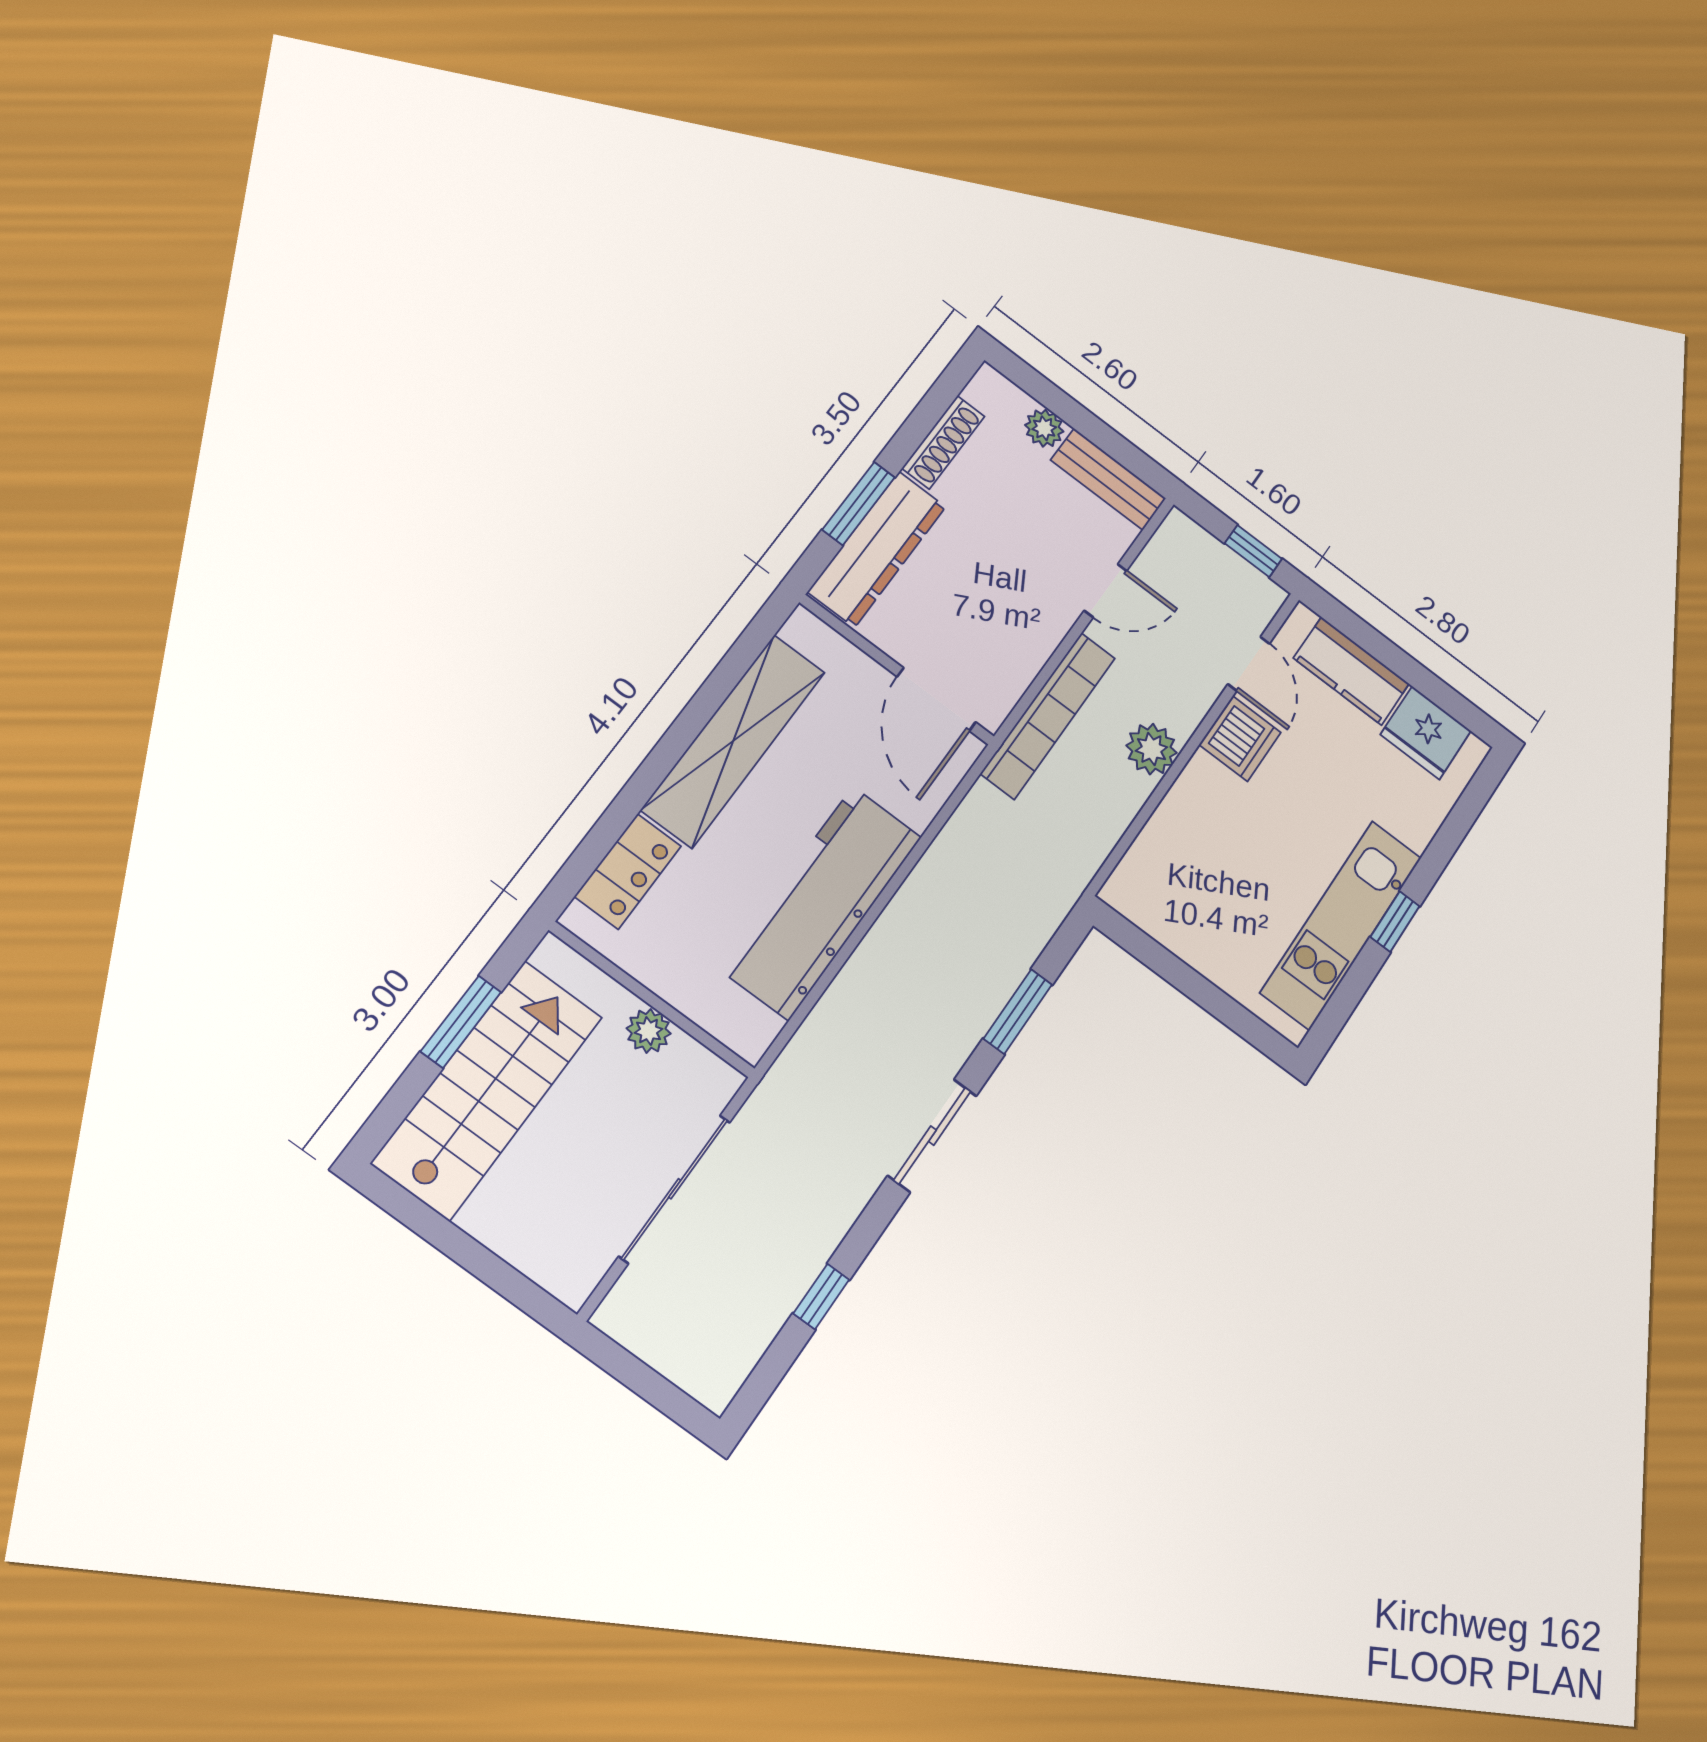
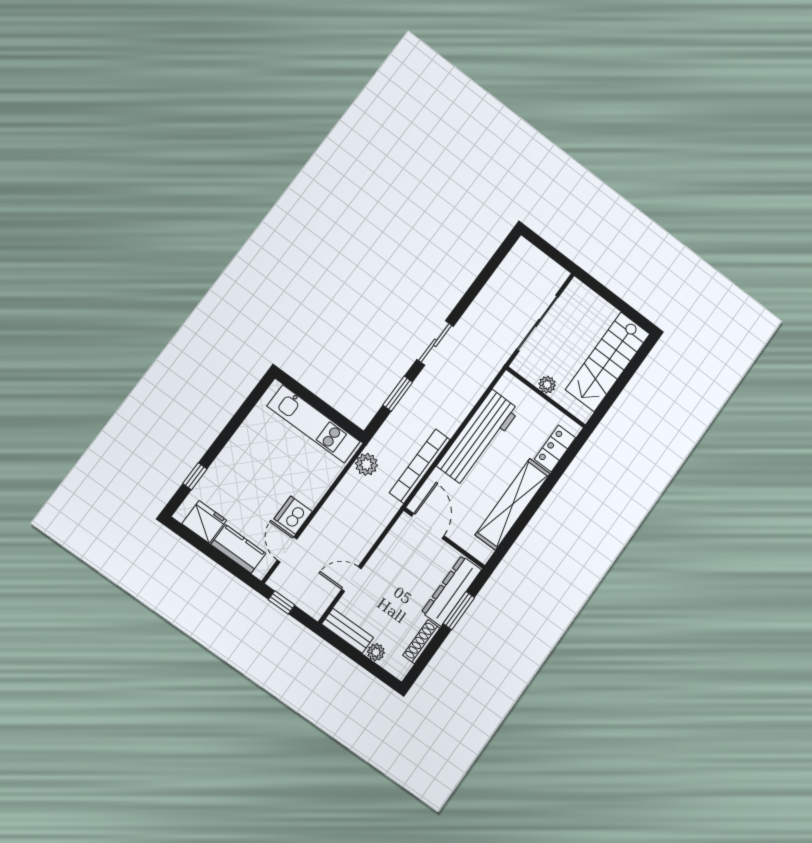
bookcase: (1048, 716) -> (420, 466), moved
plant: (1151, 749) -> (366, 464), moved
window: (1395, 922) -> (195, 476), moved
kitchen unit: (1341, 925) -> (314, 424), moved, turned 90
window: (461, 1022) -> (618, 388), removed
window: (821, 1297) -> (481, 280), removed

